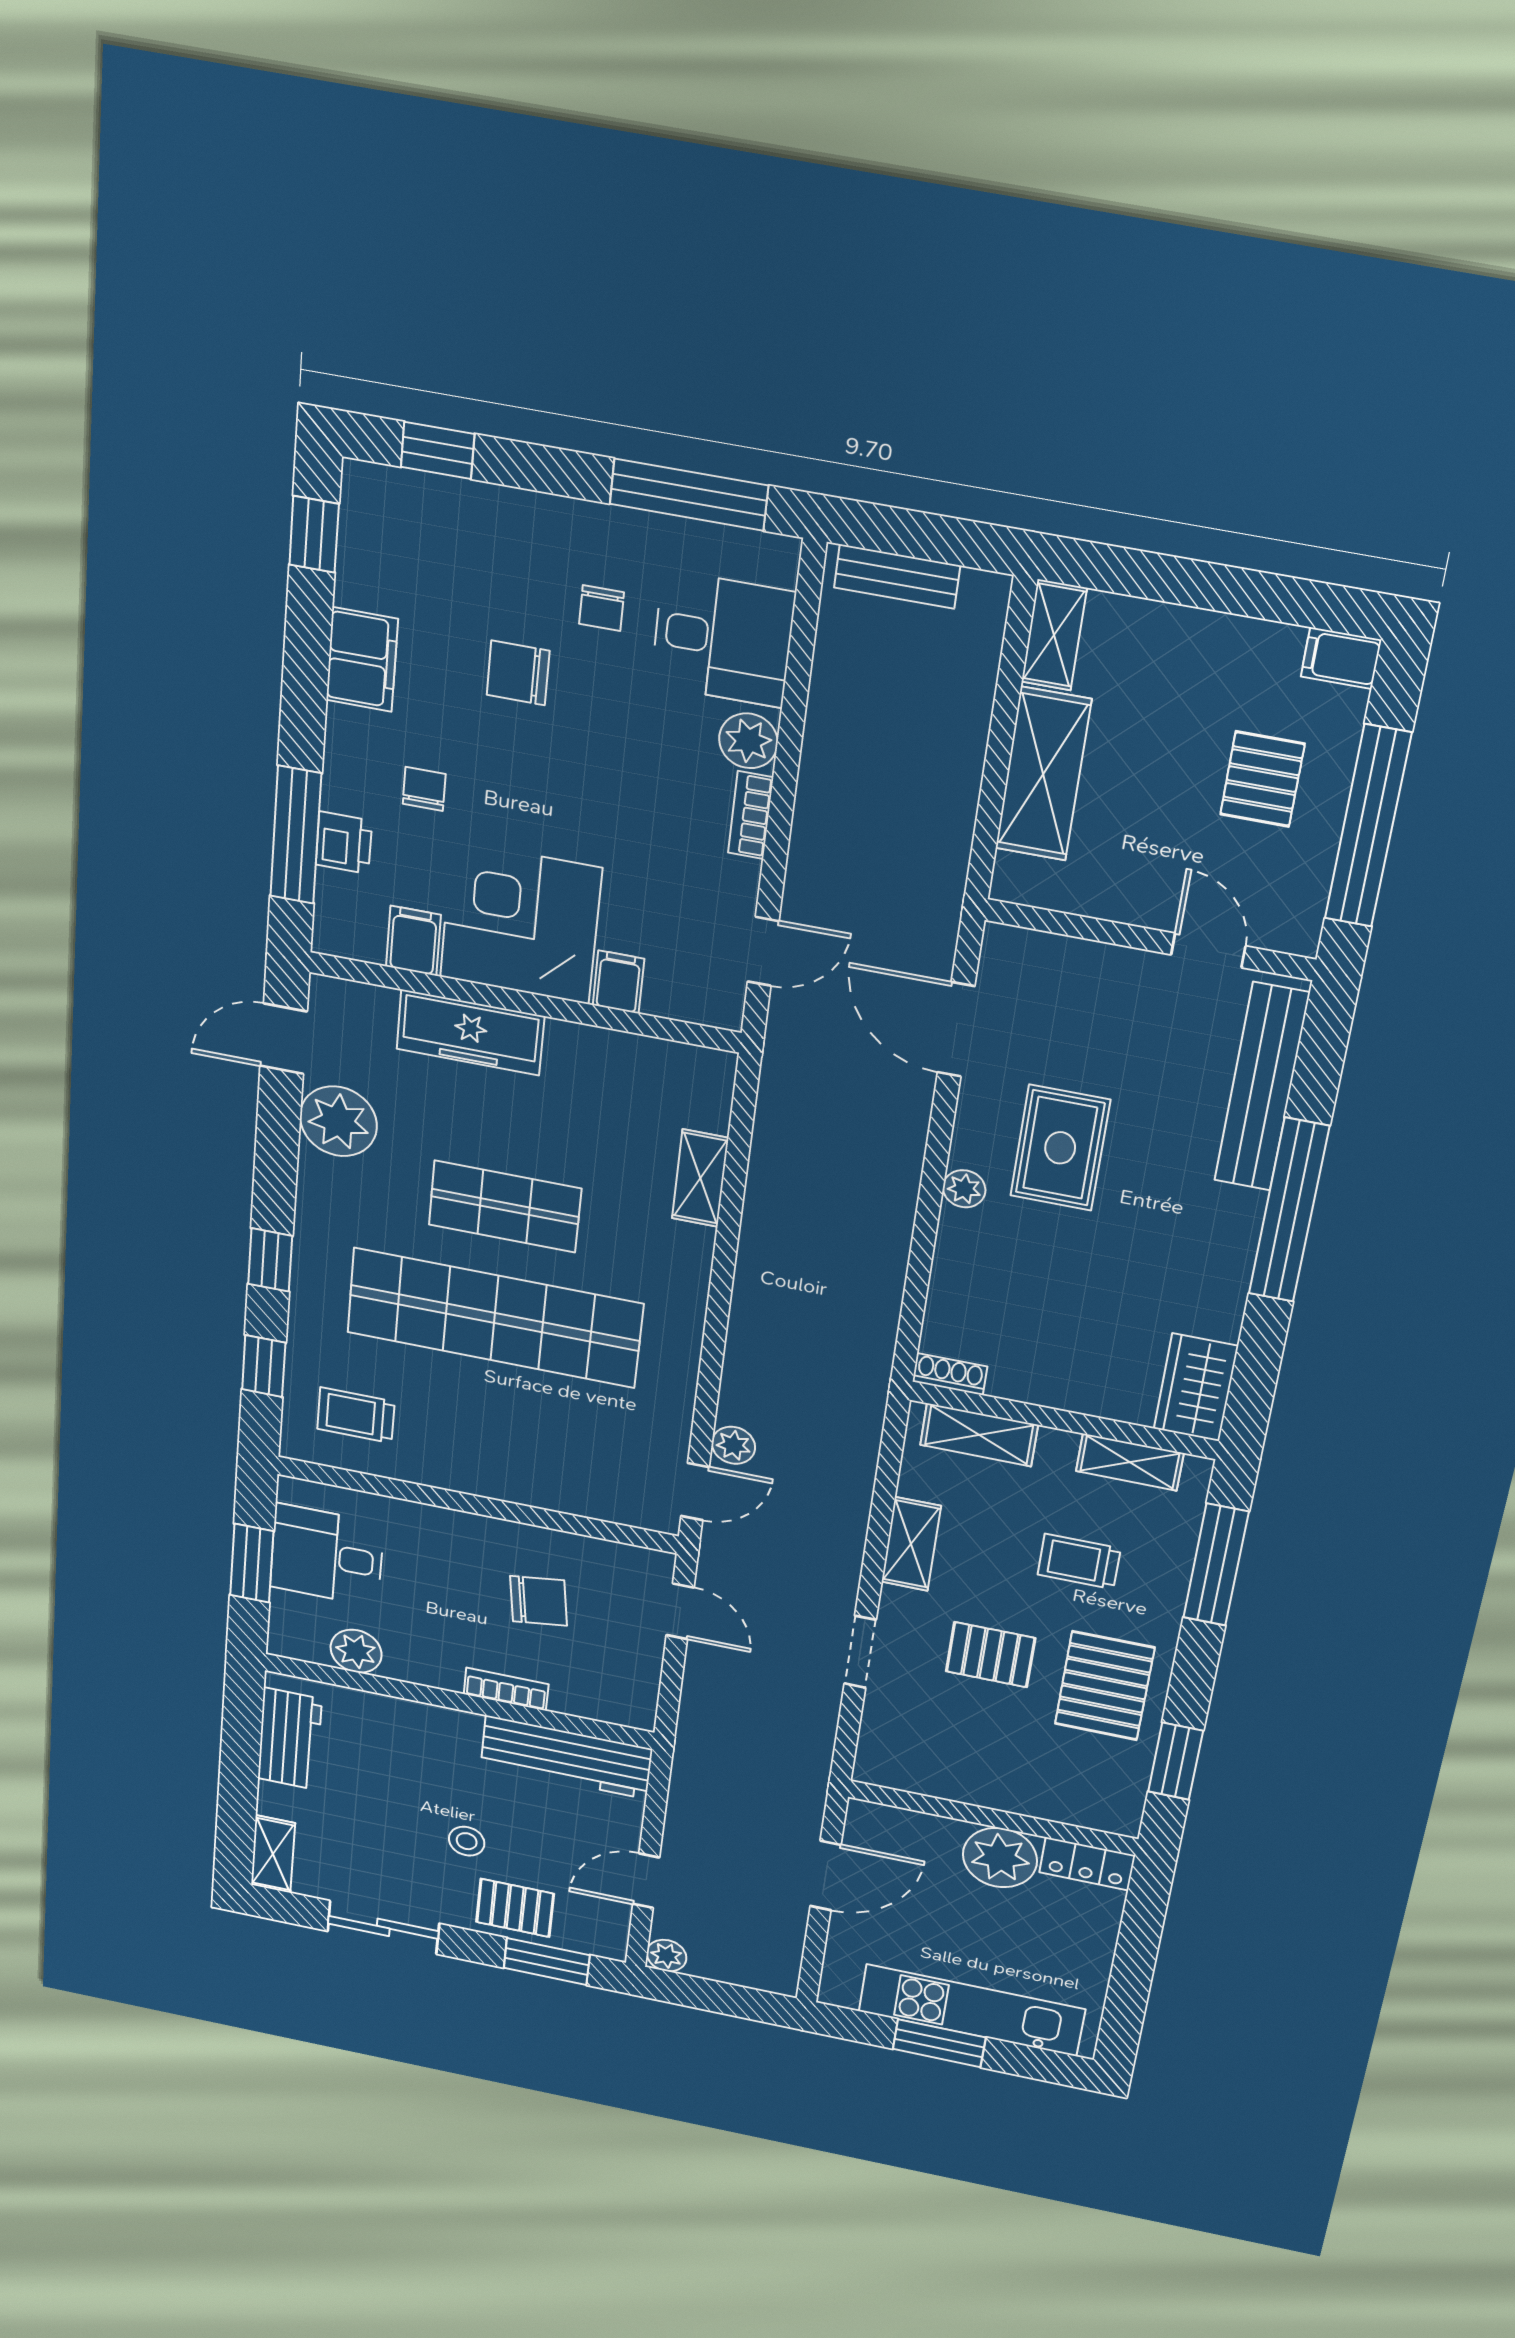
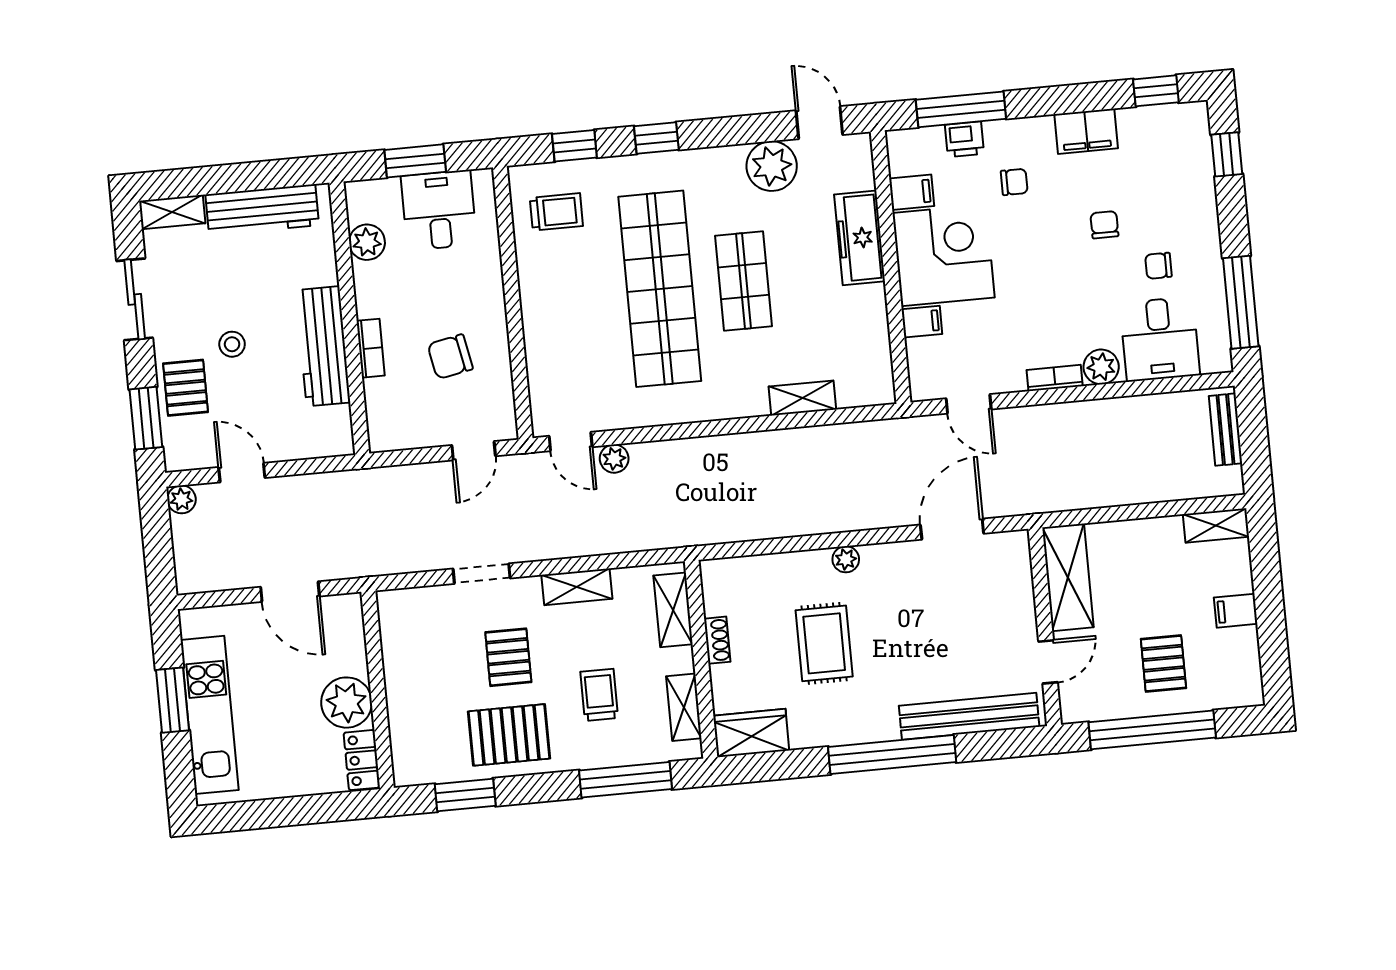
filing cabinet: (1341, 658) -> (1236, 611), moved, turned -90
chair: (518, 673) -> (1104, 225), width x0.73, depth x0.73
shelving: (1043, 774) -> (1068, 577), moved, turned 90
pallet: (1262, 779) -> (1163, 664), turned 90
rug: (1060, 1148) -> (824, 643), moved, turned 90
shoe rack: (950, 1374) -> (717, 640), moved
trolley: (356, 1415) -> (556, 212), turned 90
chair: (539, 1601) -> (450, 357), turned 87
workbench: (290, 1739) -> (262, 210), width x1.38
workbench: (566, 1757) -> (323, 346), moved

